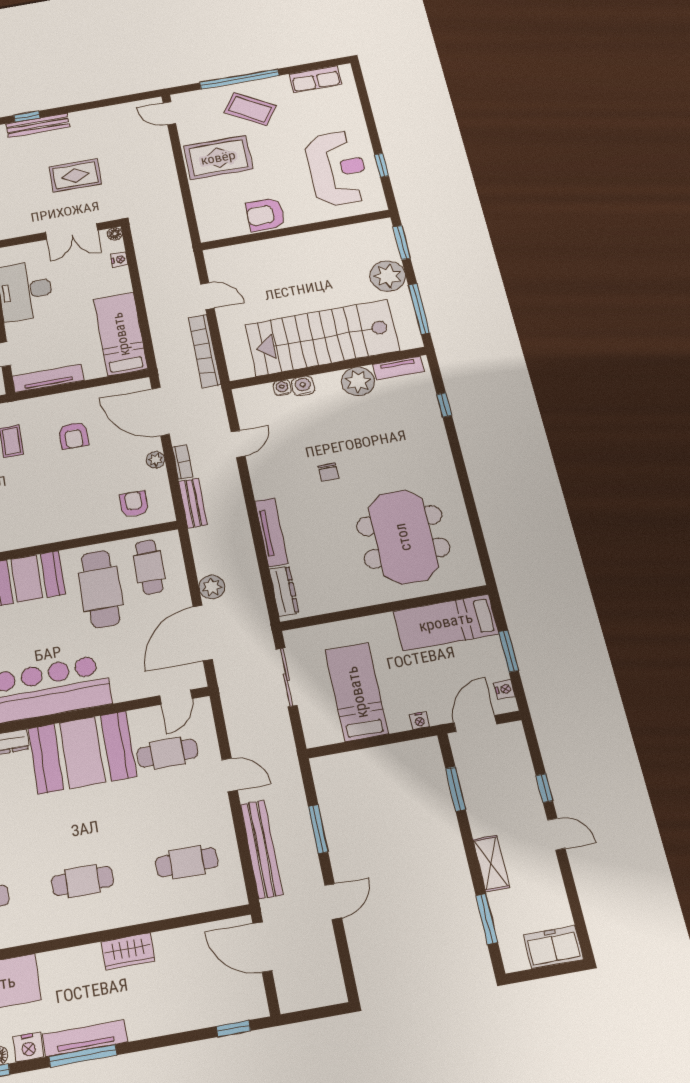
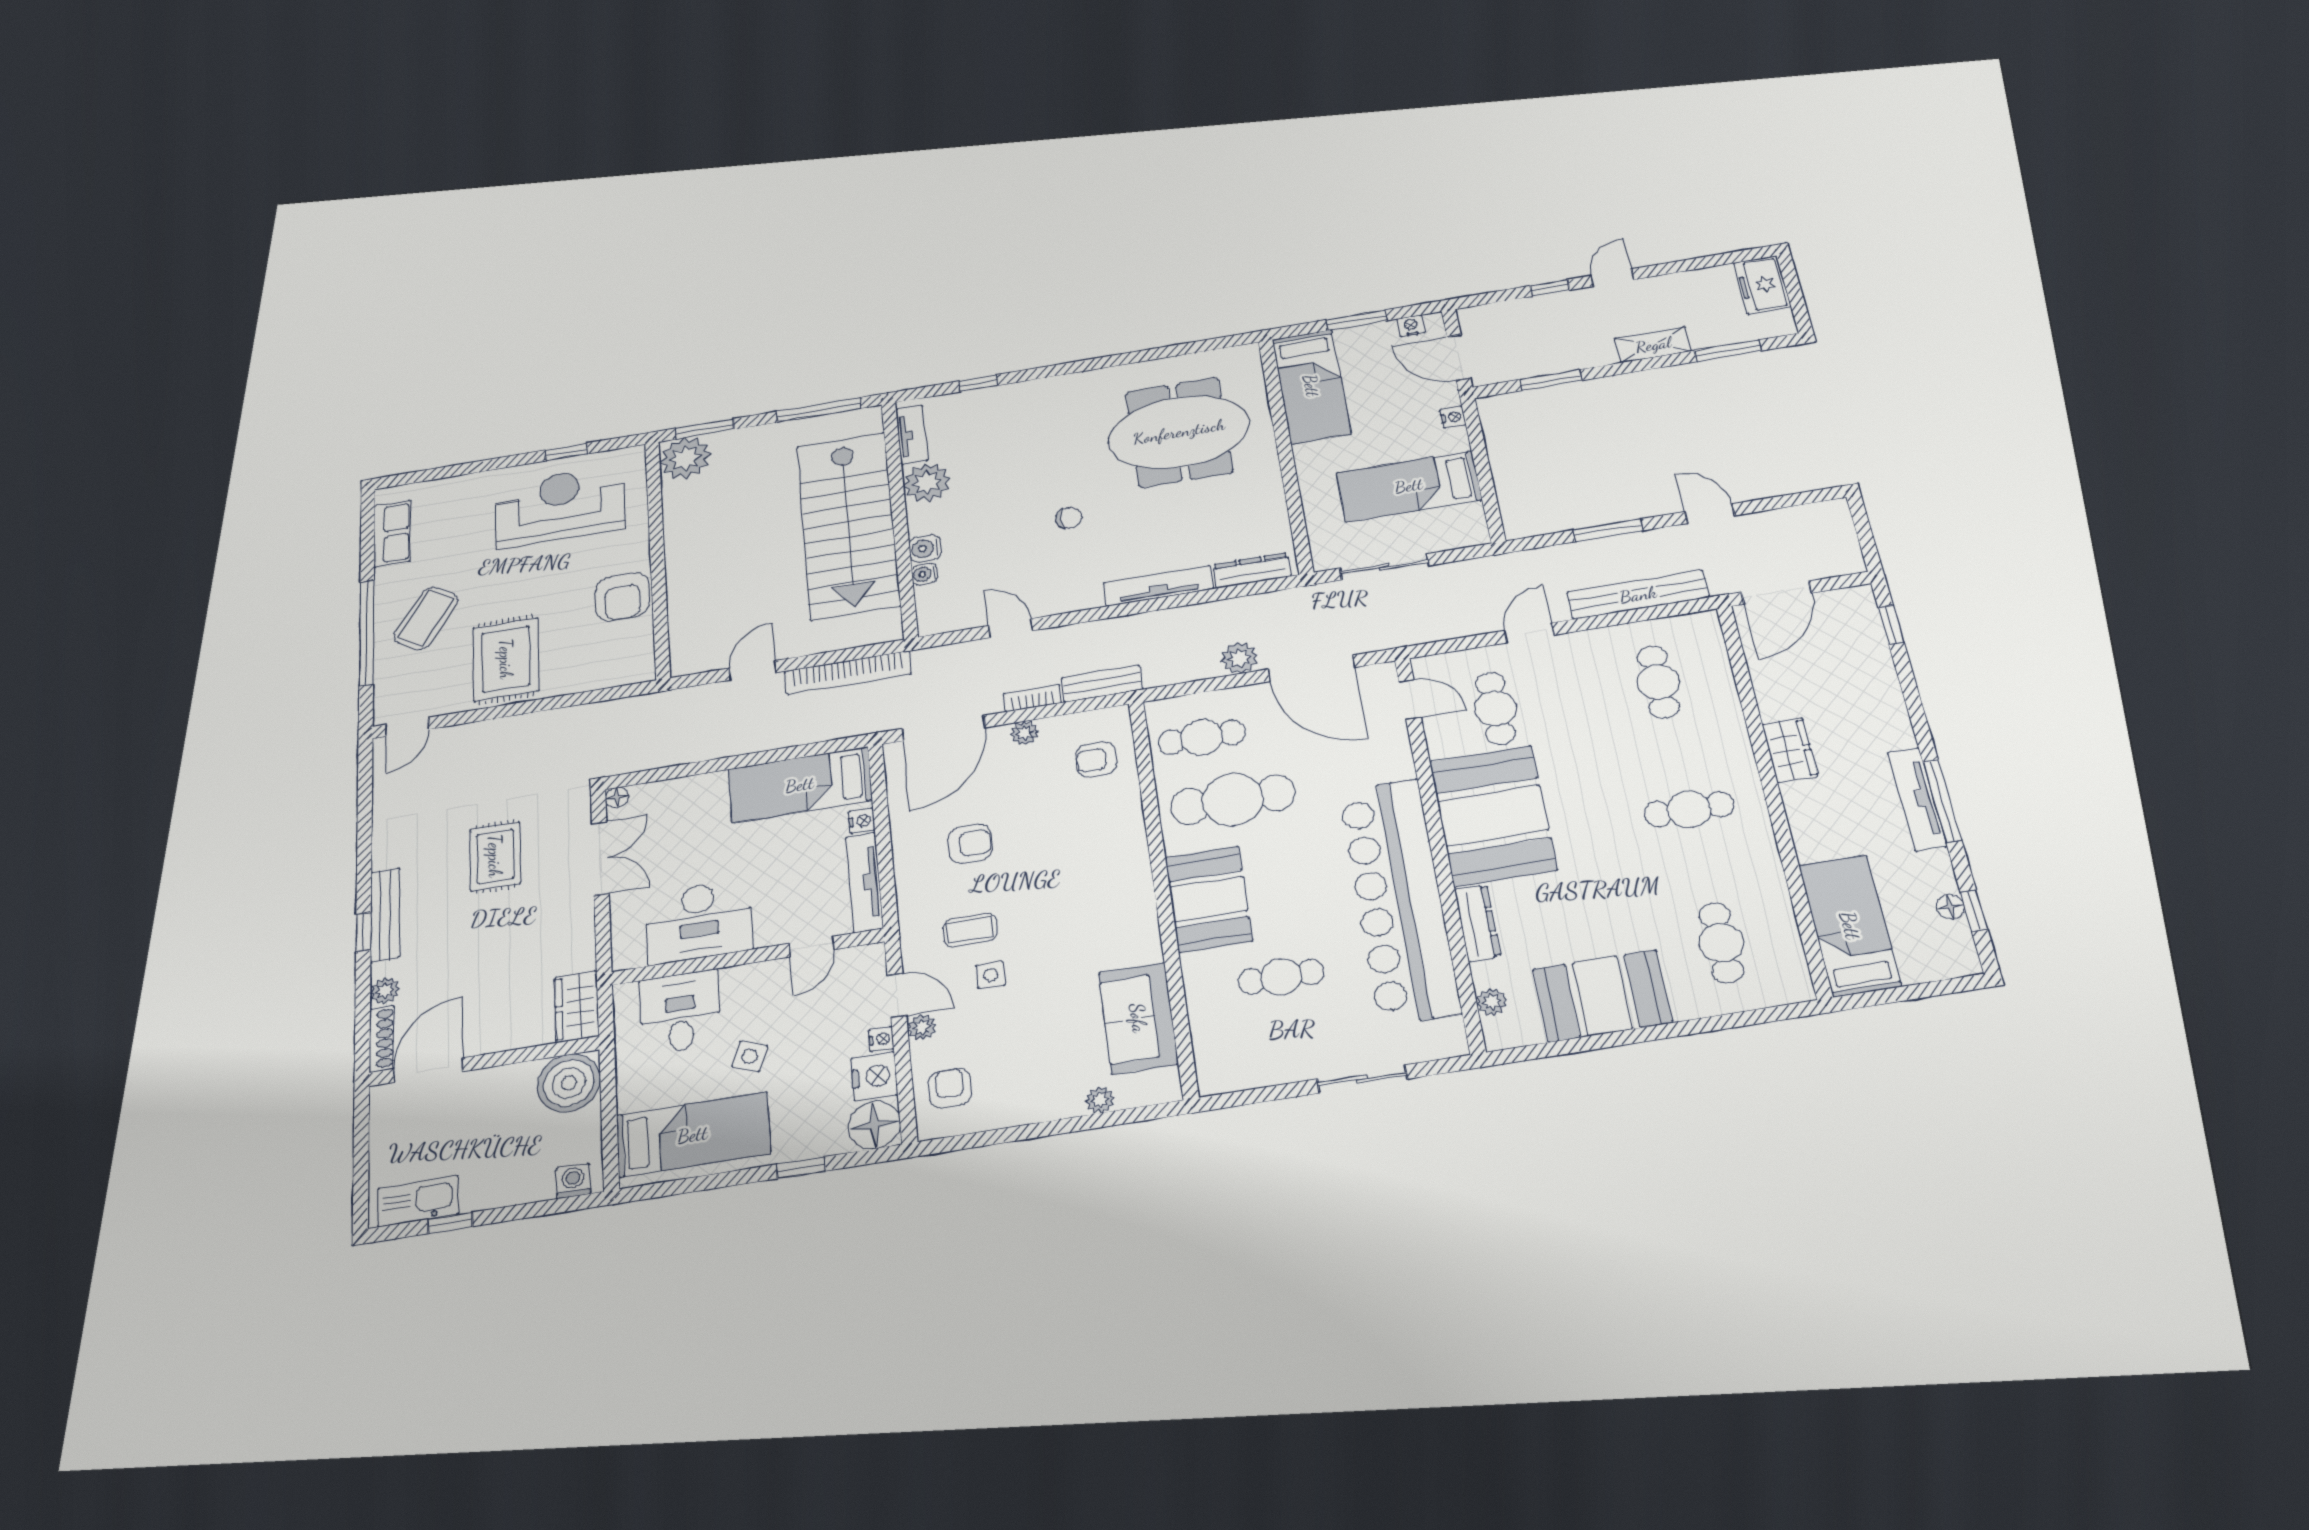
nightstand: (119, 260) -> (862, 821), moved, turned 90
plant: (388, 276) -> (685, 458), moved
cafe table: (83, 881) -> (1689, 809), turned 90
nightstand: (28, 1047) -> (1935, 869), removed

